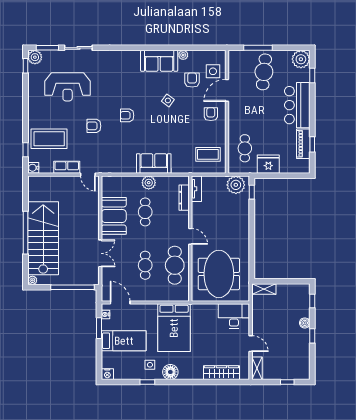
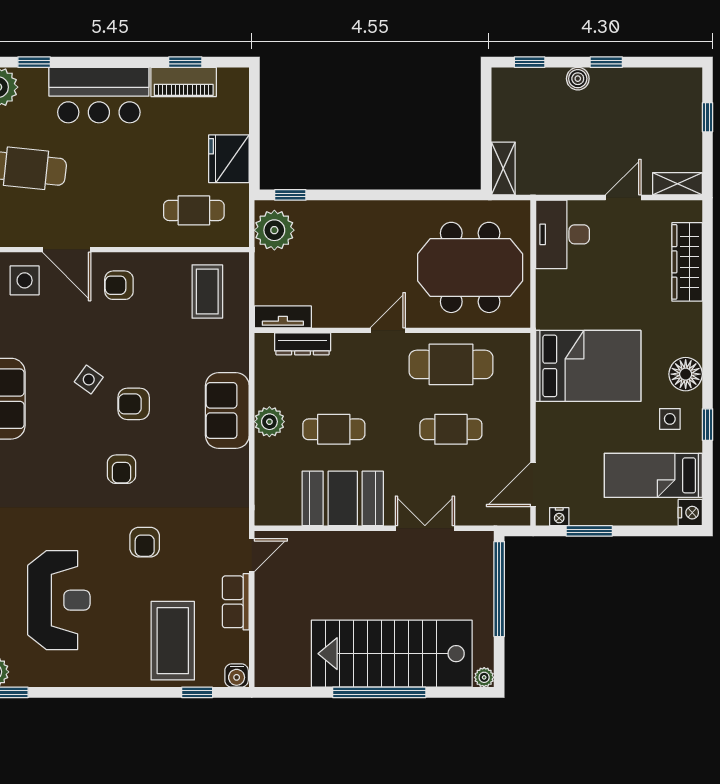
armchair: (192, 80) -> (134, 404), moved
bed: (124, 341) -> (653, 475), moved, turned -90

